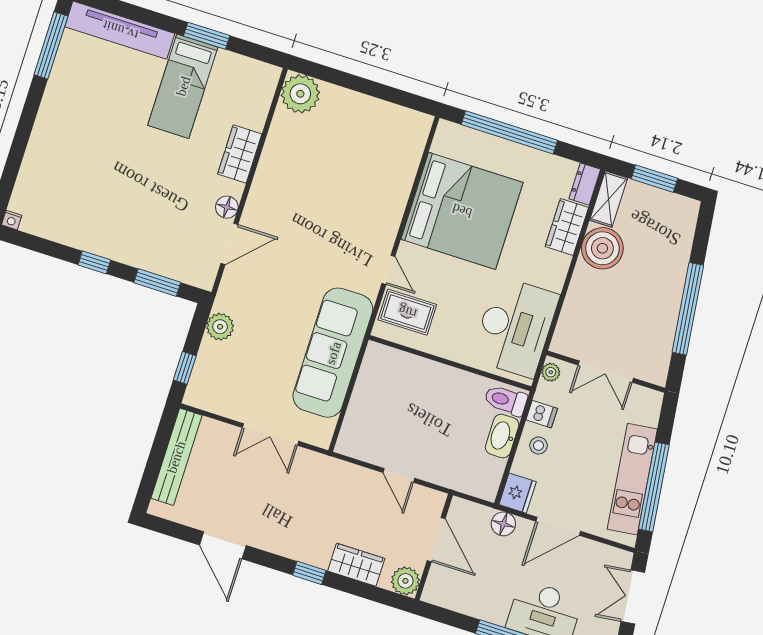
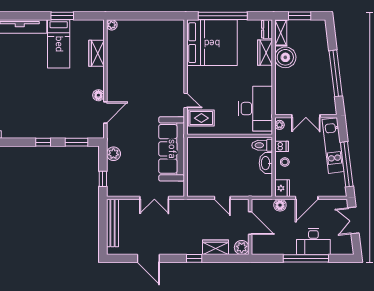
plant: (300, 94) -> (112, 25), width x0.53, depth x0.53
wardrobe: (240, 154) -> (96, 53), moved
bed: (462, 211) -> (212, 43), moved
kitchen unit: (632, 479) -> (333, 146), moved

